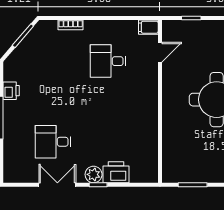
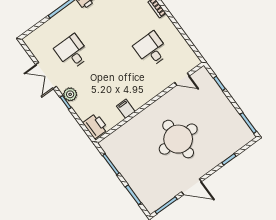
filing cabinet: (148, 27) -> (126, 109), moved
printer: (116, 172) -> (95, 126), moved
double door: (57, 185) -> (46, 76), swing flipped

